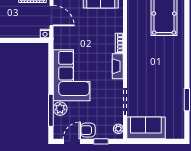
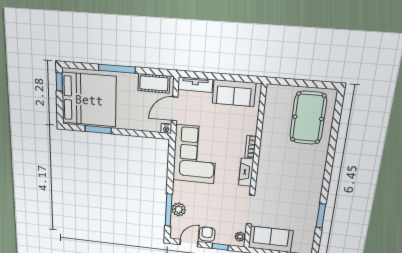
door: (51, 16) -> (175, 109), swing flipped
corner sofa: (72, 75) -> (195, 154), moved
armchair: (88, 130) -> (207, 234), turned 90

